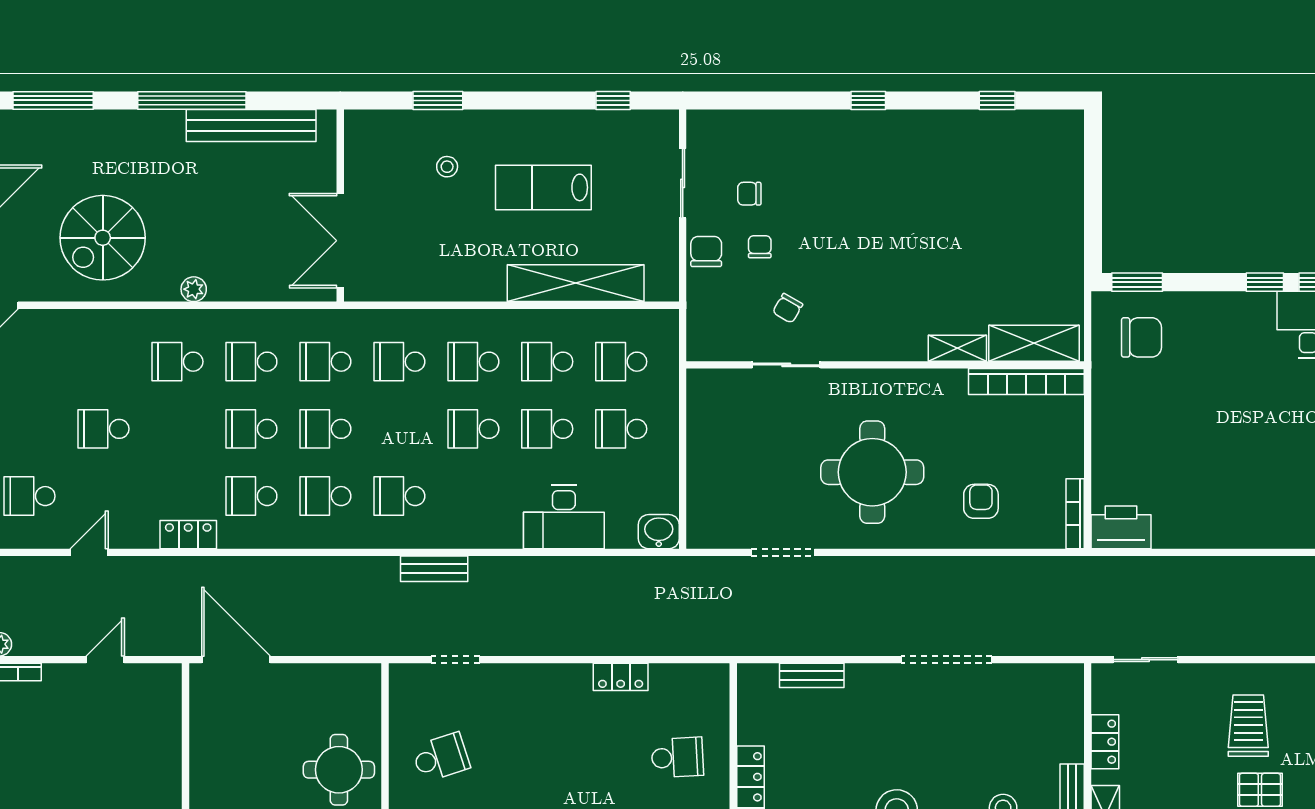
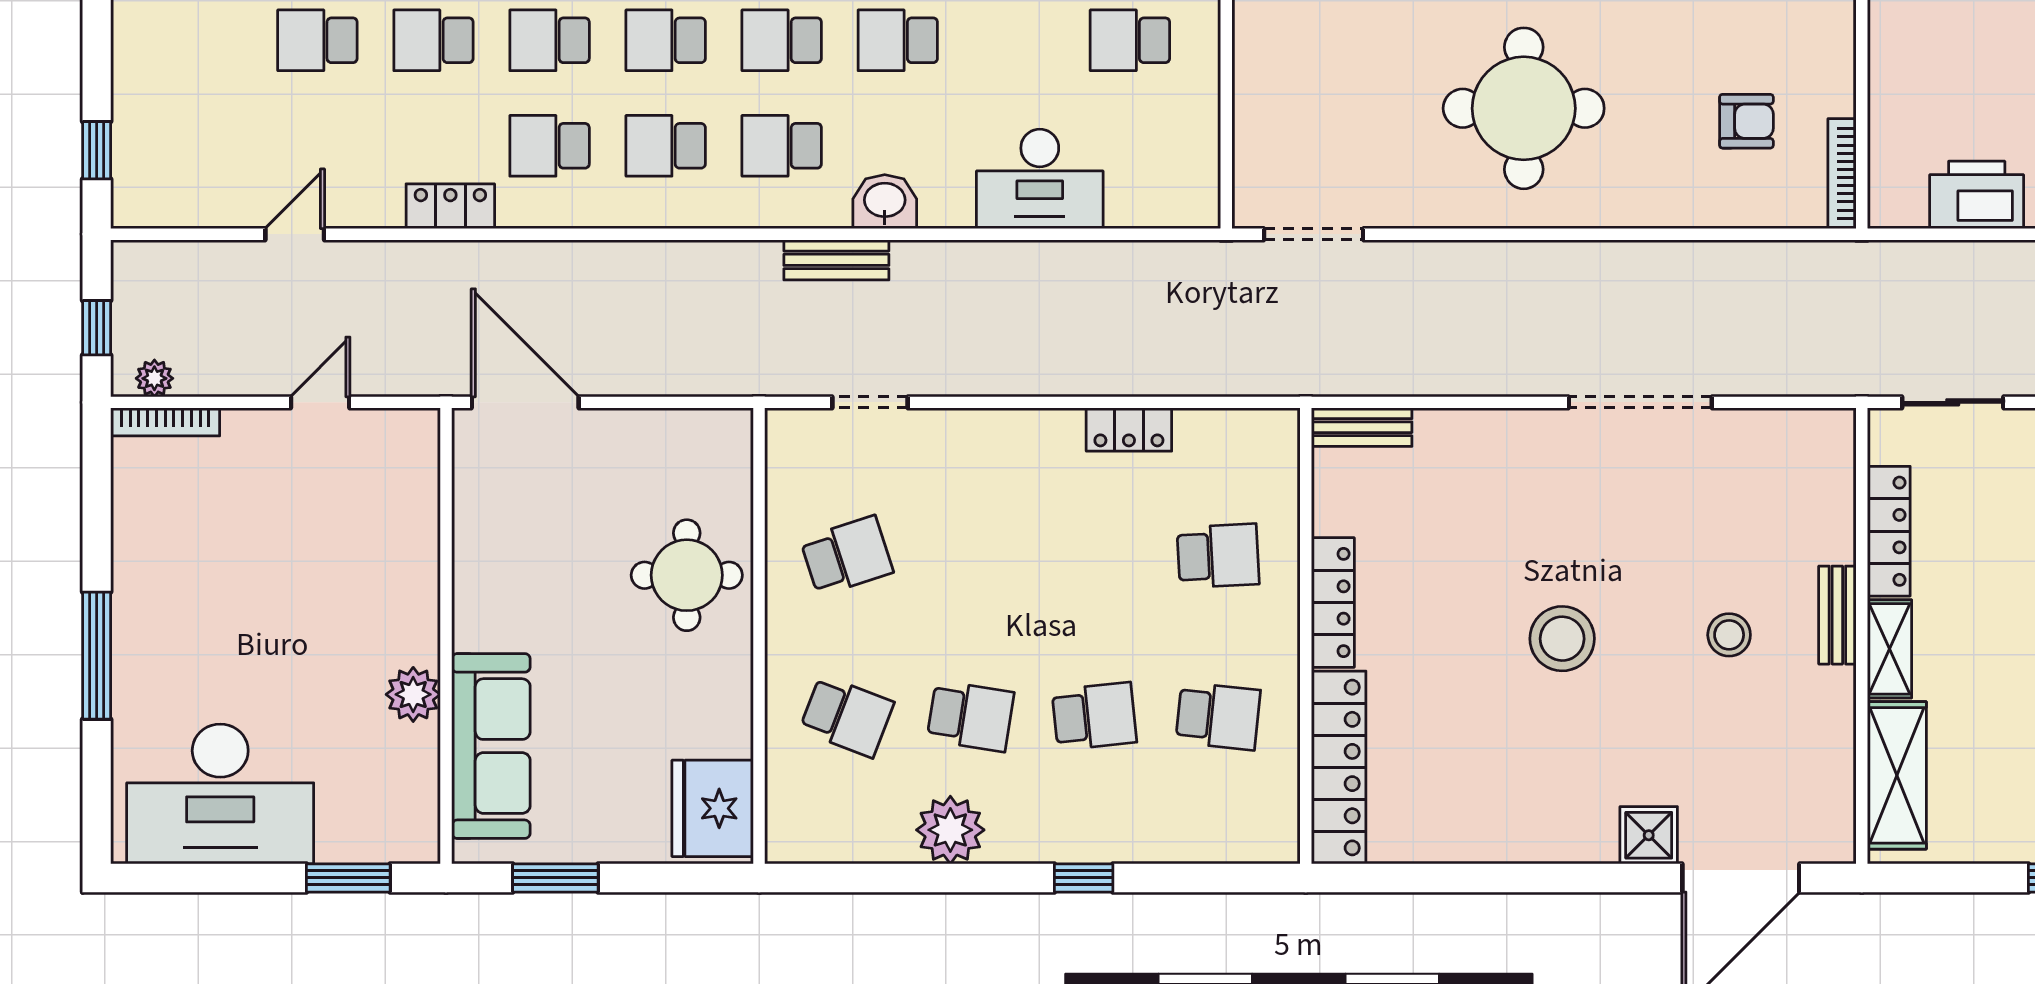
school desk: (547, 429) -> (782, 40), moved
school desk: (30, 496) -> (433, 40), moved
armchair: (981, 501) -> (1746, 121), moved, turned 90
printer: (1121, 527) -> (1977, 195), moved
washbasin: (659, 532) -> (885, 202), moved
doorway: (783, 552) -> (1314, 234), moved
bench: (812, 675) -> (1362, 427), moved
locker: (1105, 742) -> (1889, 531), width x1.53

